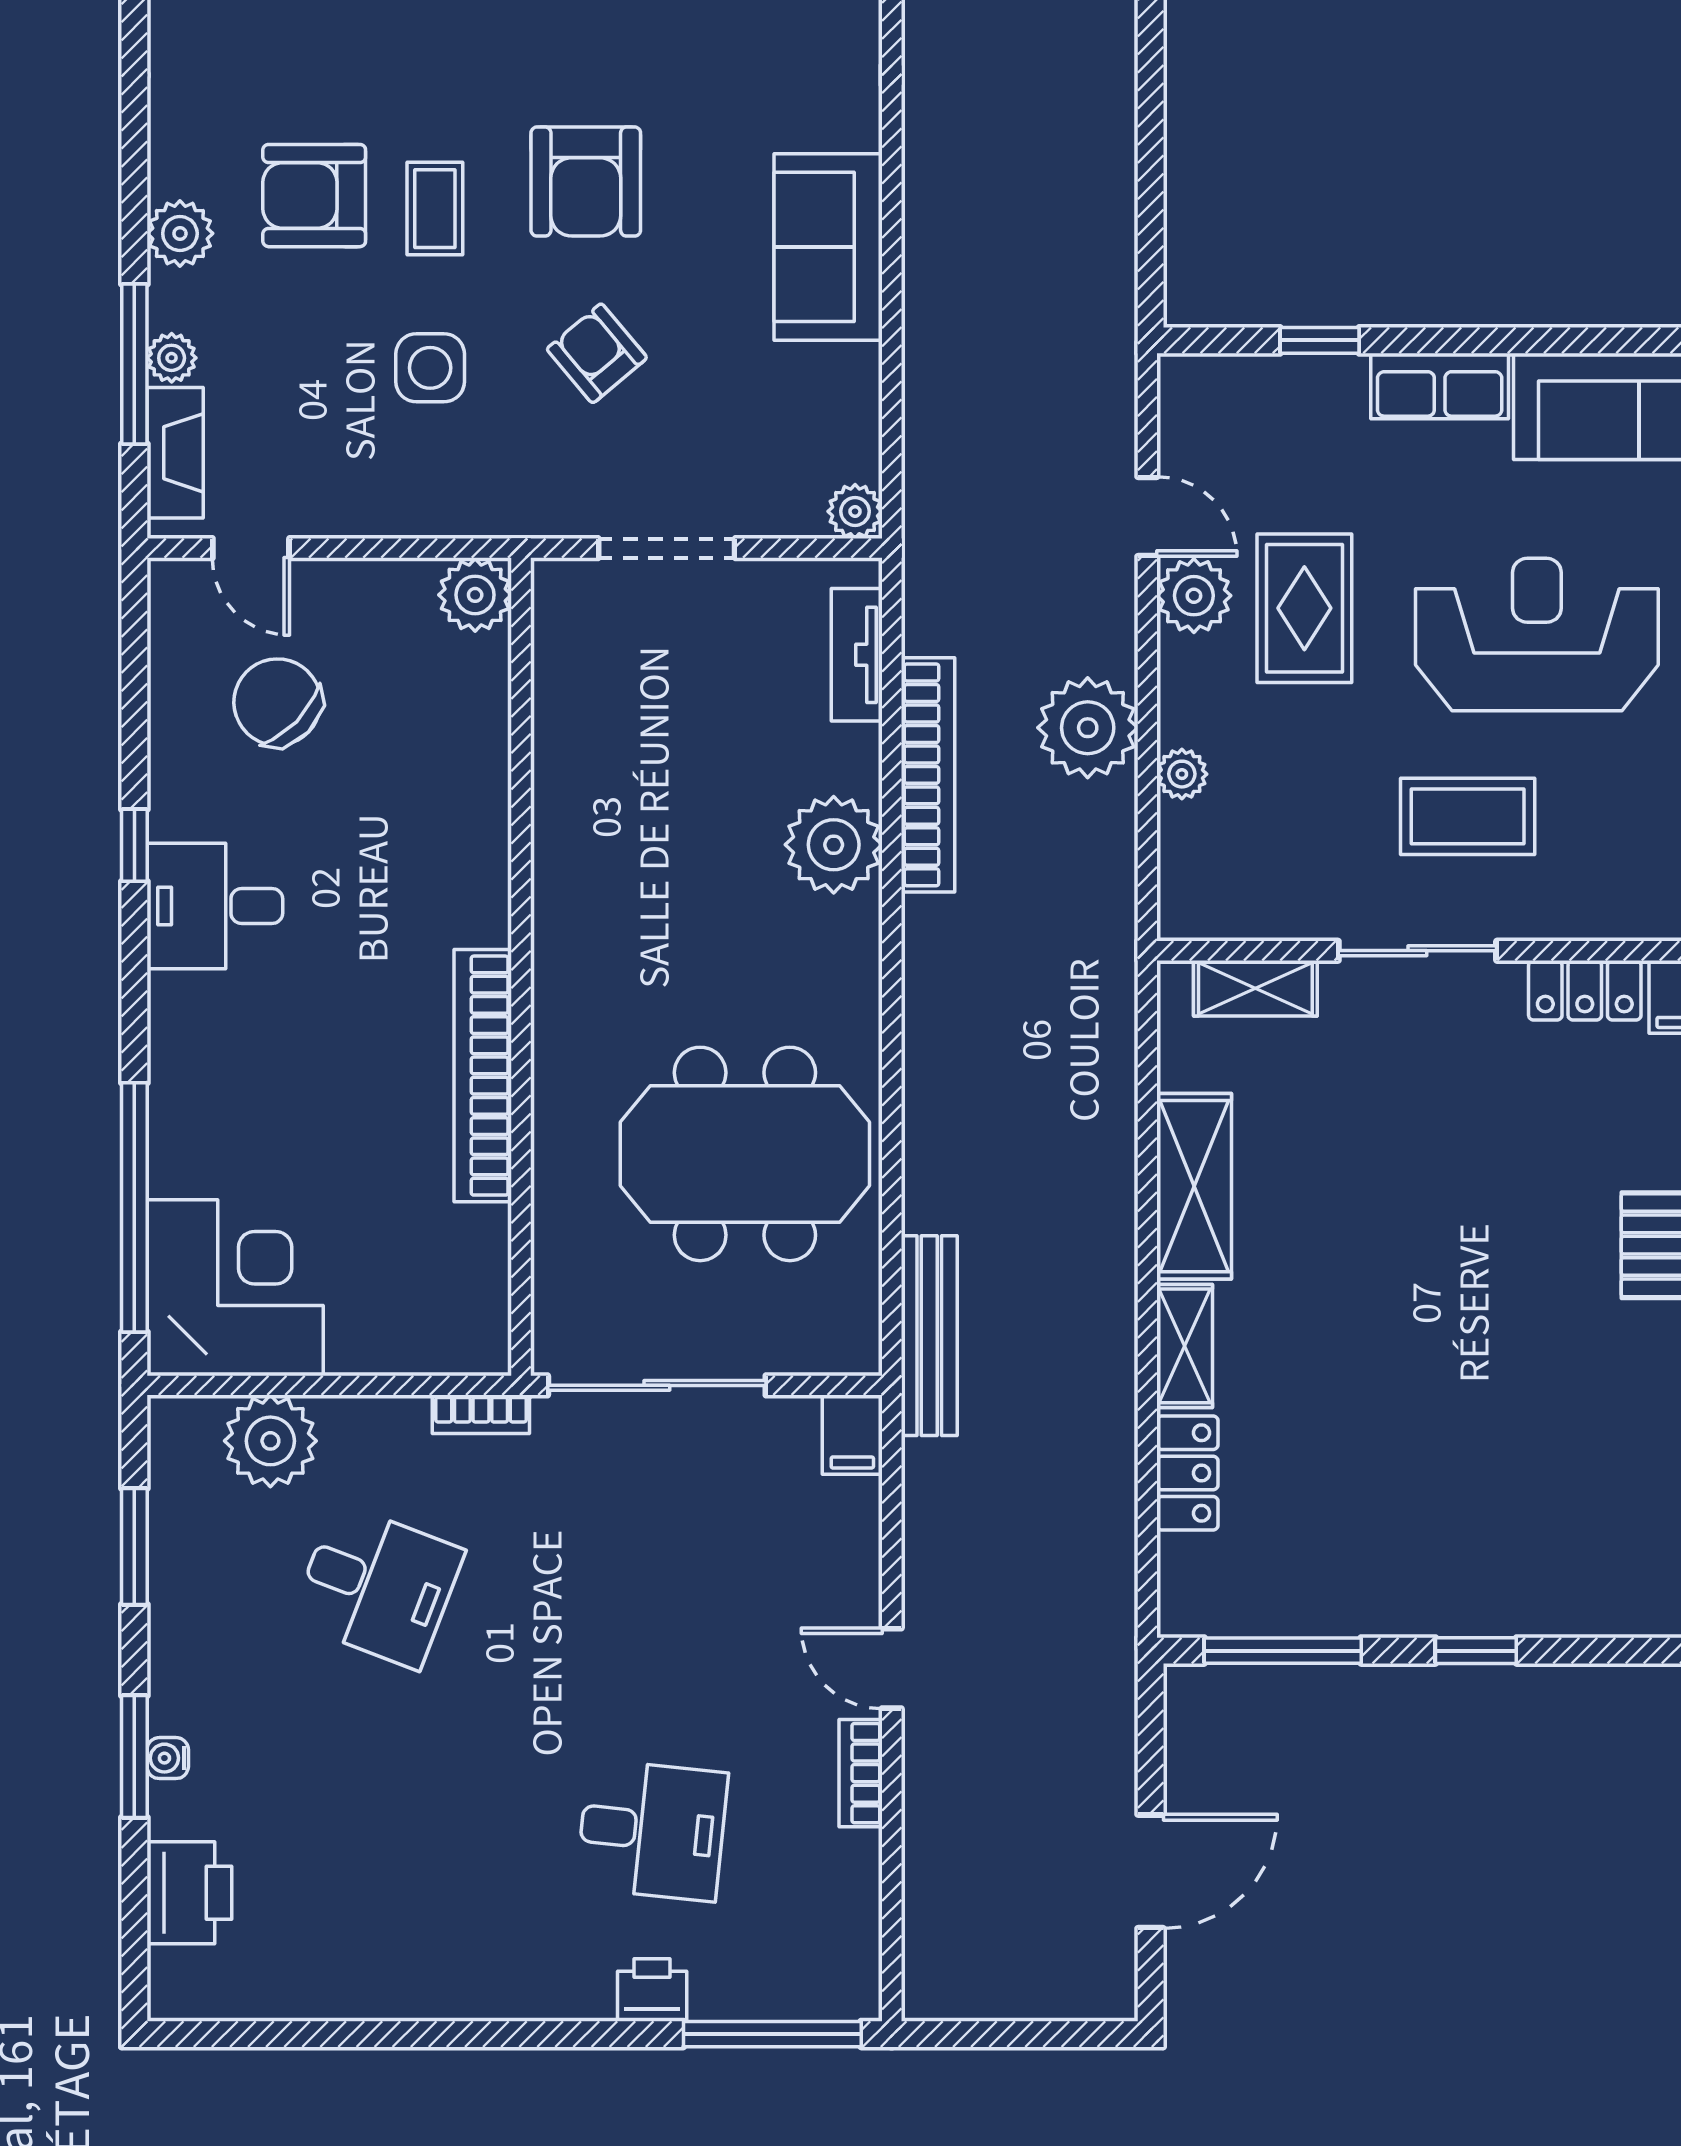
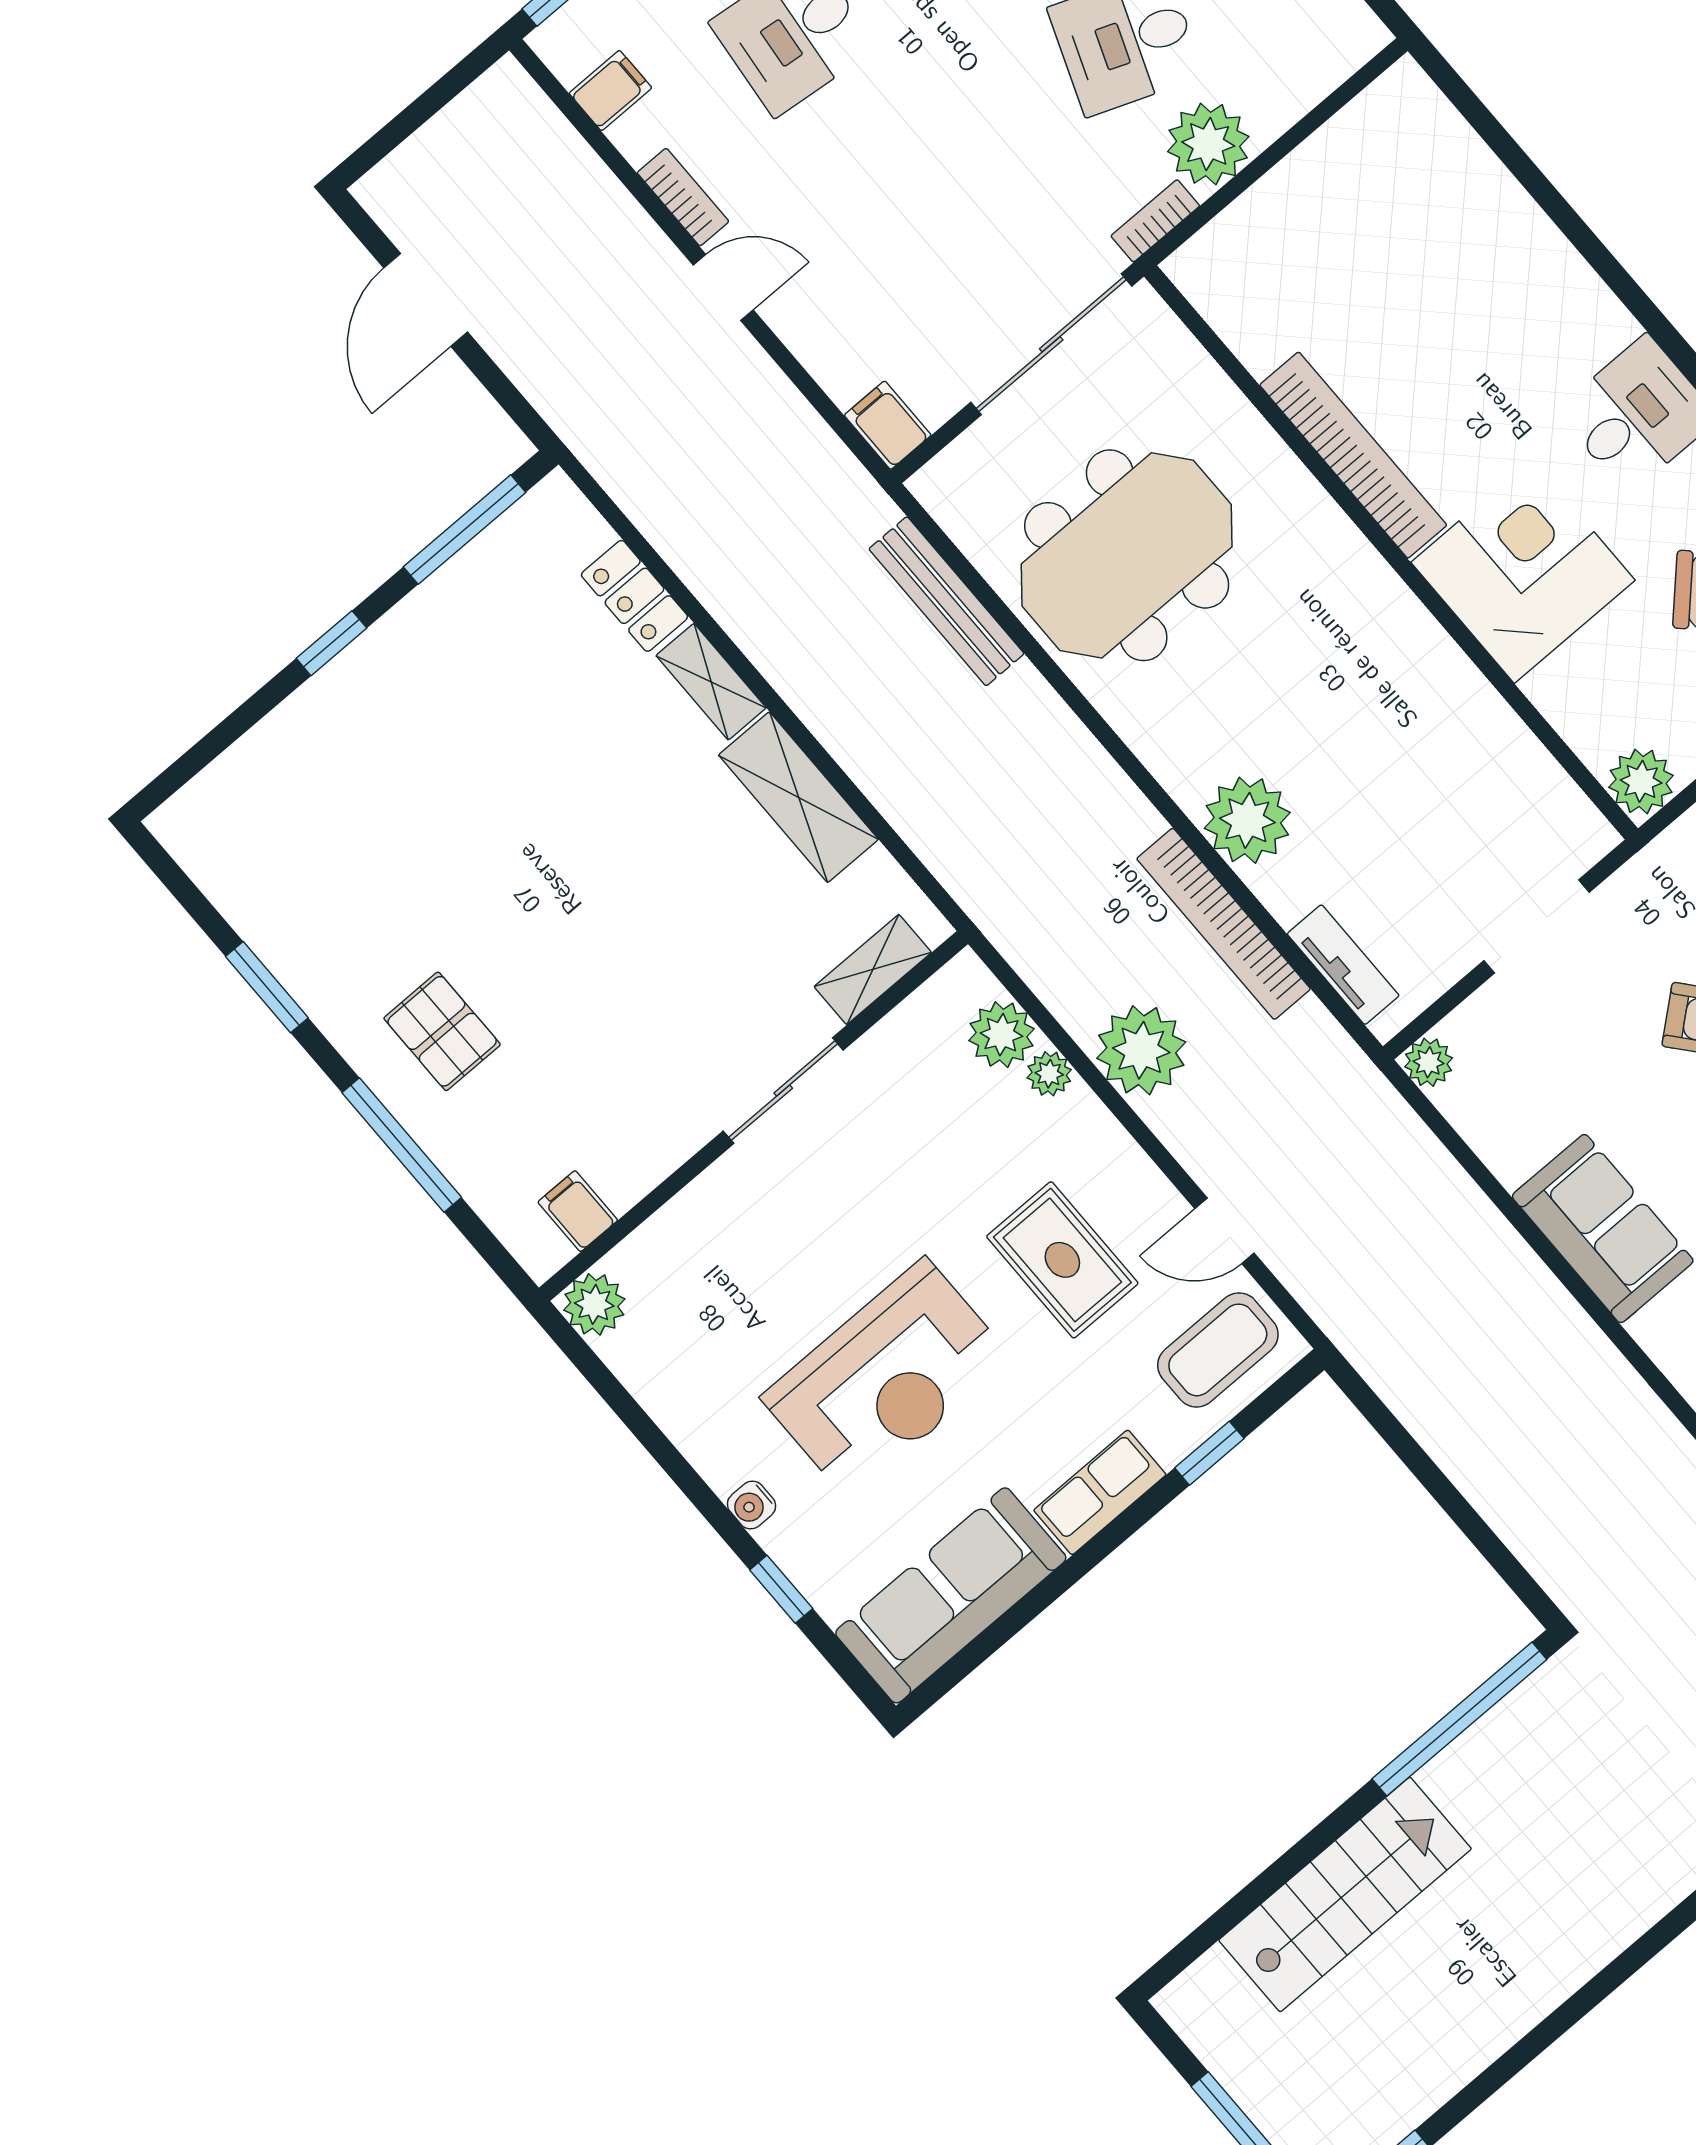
plant: (1194, 596) -> (1001, 1035), moved
coffee table: (1468, 816) -> (1218, 1350), moved
locker: (1585, 990) -> (645, 1162), removed
window: (134, 1207) -> (1516, 159), removed
corner desk: (235, 1288) -> (1523, 571), moved, turned 180
bench: (929, 1336) -> (946, 601), moved
plant: (270, 1441) -> (1208, 144), moved
filing cabinet: (845, 1915) -> (610, 91), added

